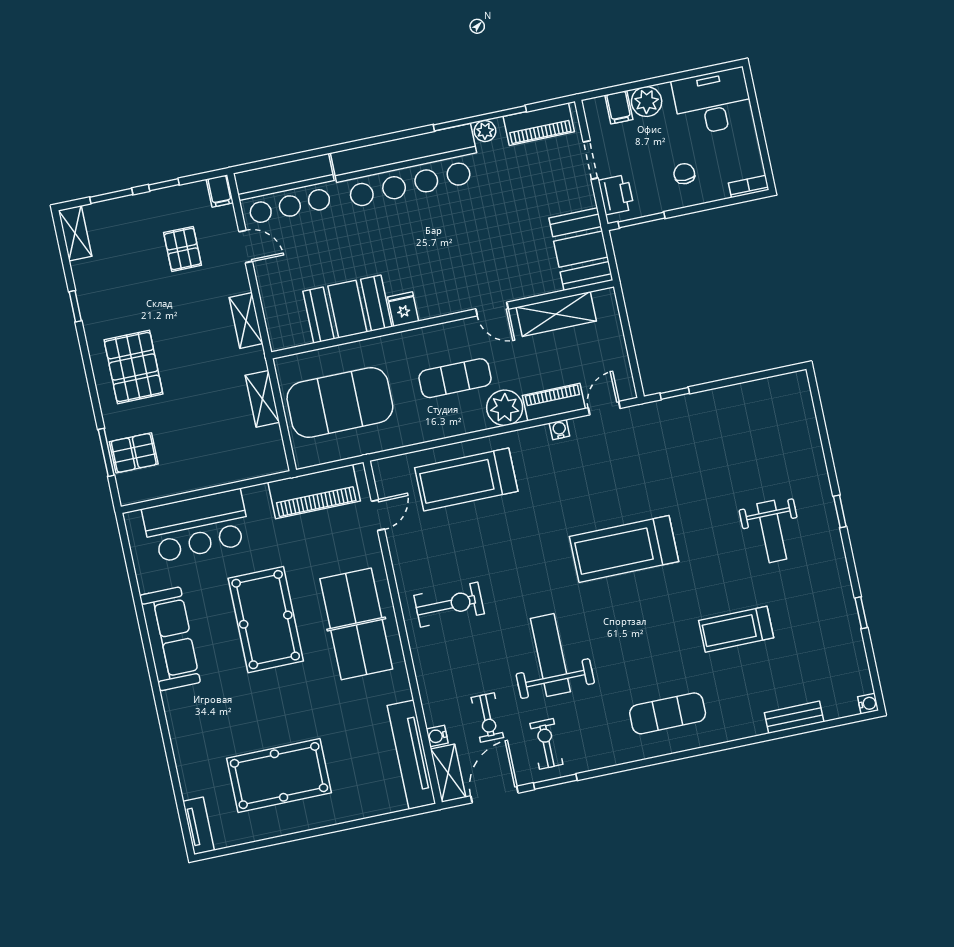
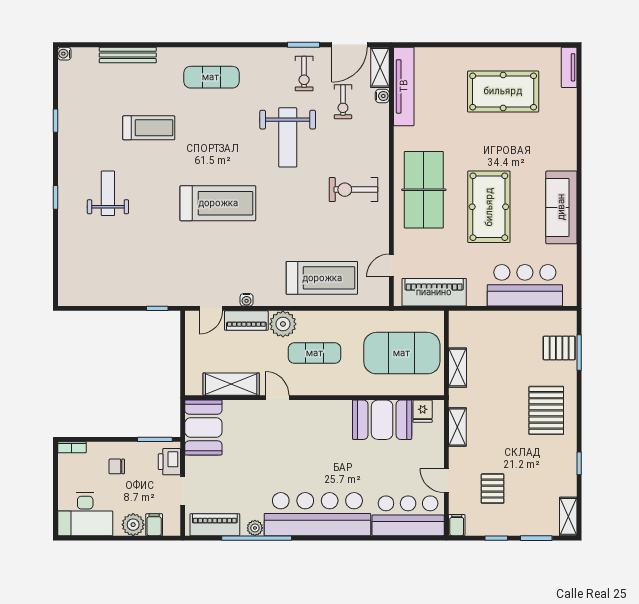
chair: (684, 174) -> (117, 466), turned 90
fridge: (403, 309) -> (423, 411), moved
bench: (794, 717) -> (128, 55), width x1.36
exercise bike: (487, 718) -> (343, 102), turned 180

